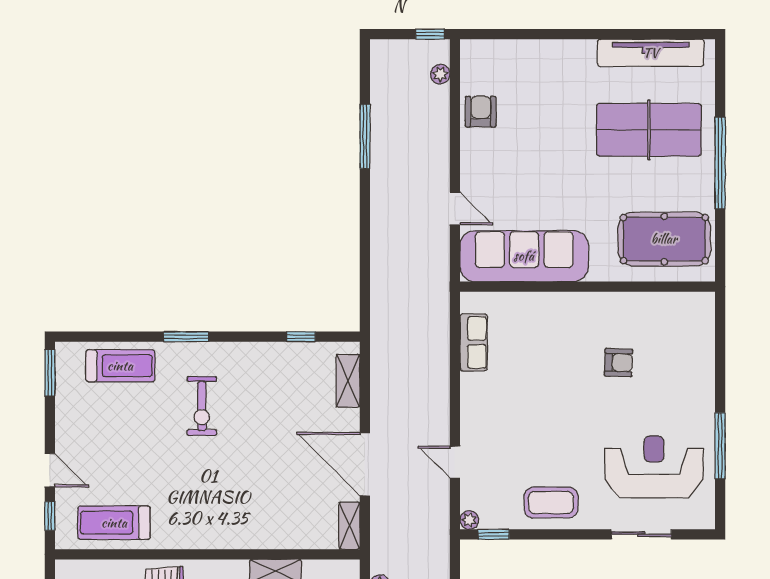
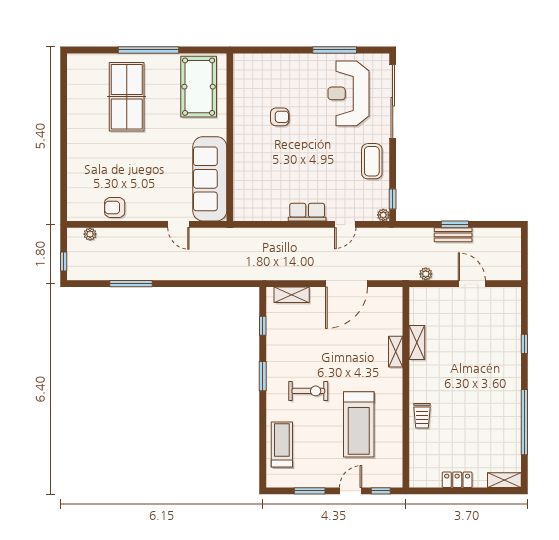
window: (430, 34) -> (64, 261), moved
tv unit: (651, 53) -> (76, 96), removed
door: (455, 209) -> (178, 224), swing flipped
window: (186, 337) -> (263, 376), moved
row of seats: (474, 342) -> (307, 212), moved
armchair: (618, 363) -> (280, 117), turned 88
window: (50, 373) -> (310, 491), moved
treadmill: (114, 523) -> (359, 424), moved, width x1.37, depth x1.38
shelving: (349, 526) -> (396, 352), moved, turned 90
sliding door: (641, 534) -> (393, 102), width x1.86

